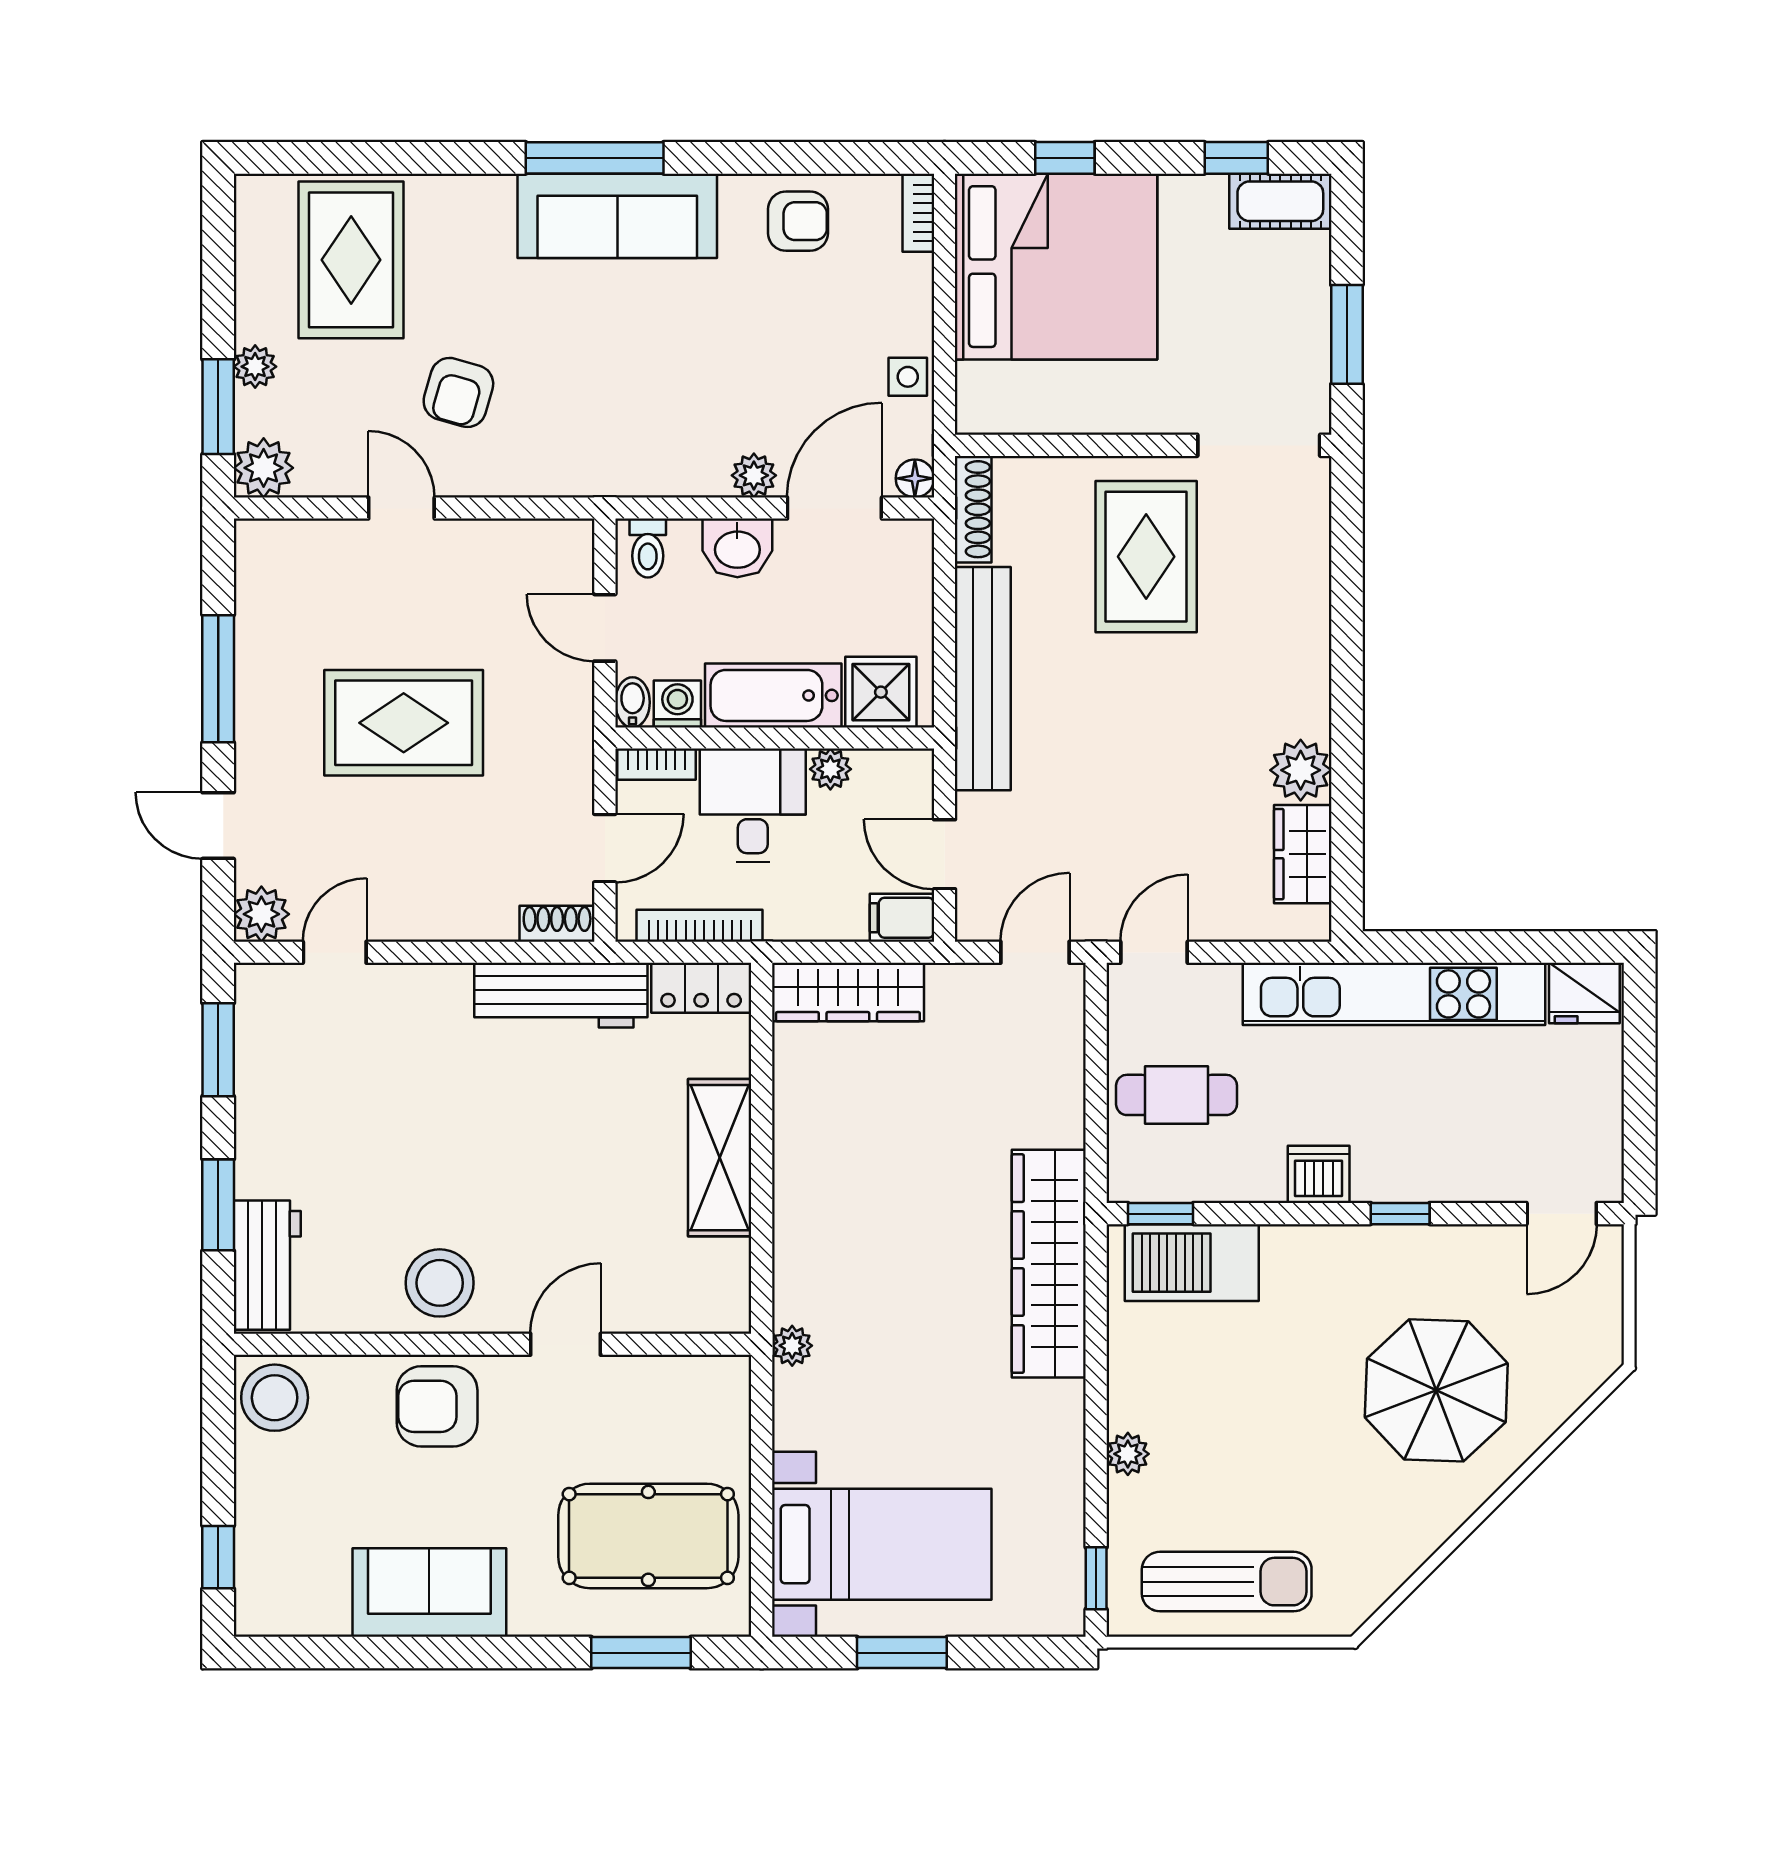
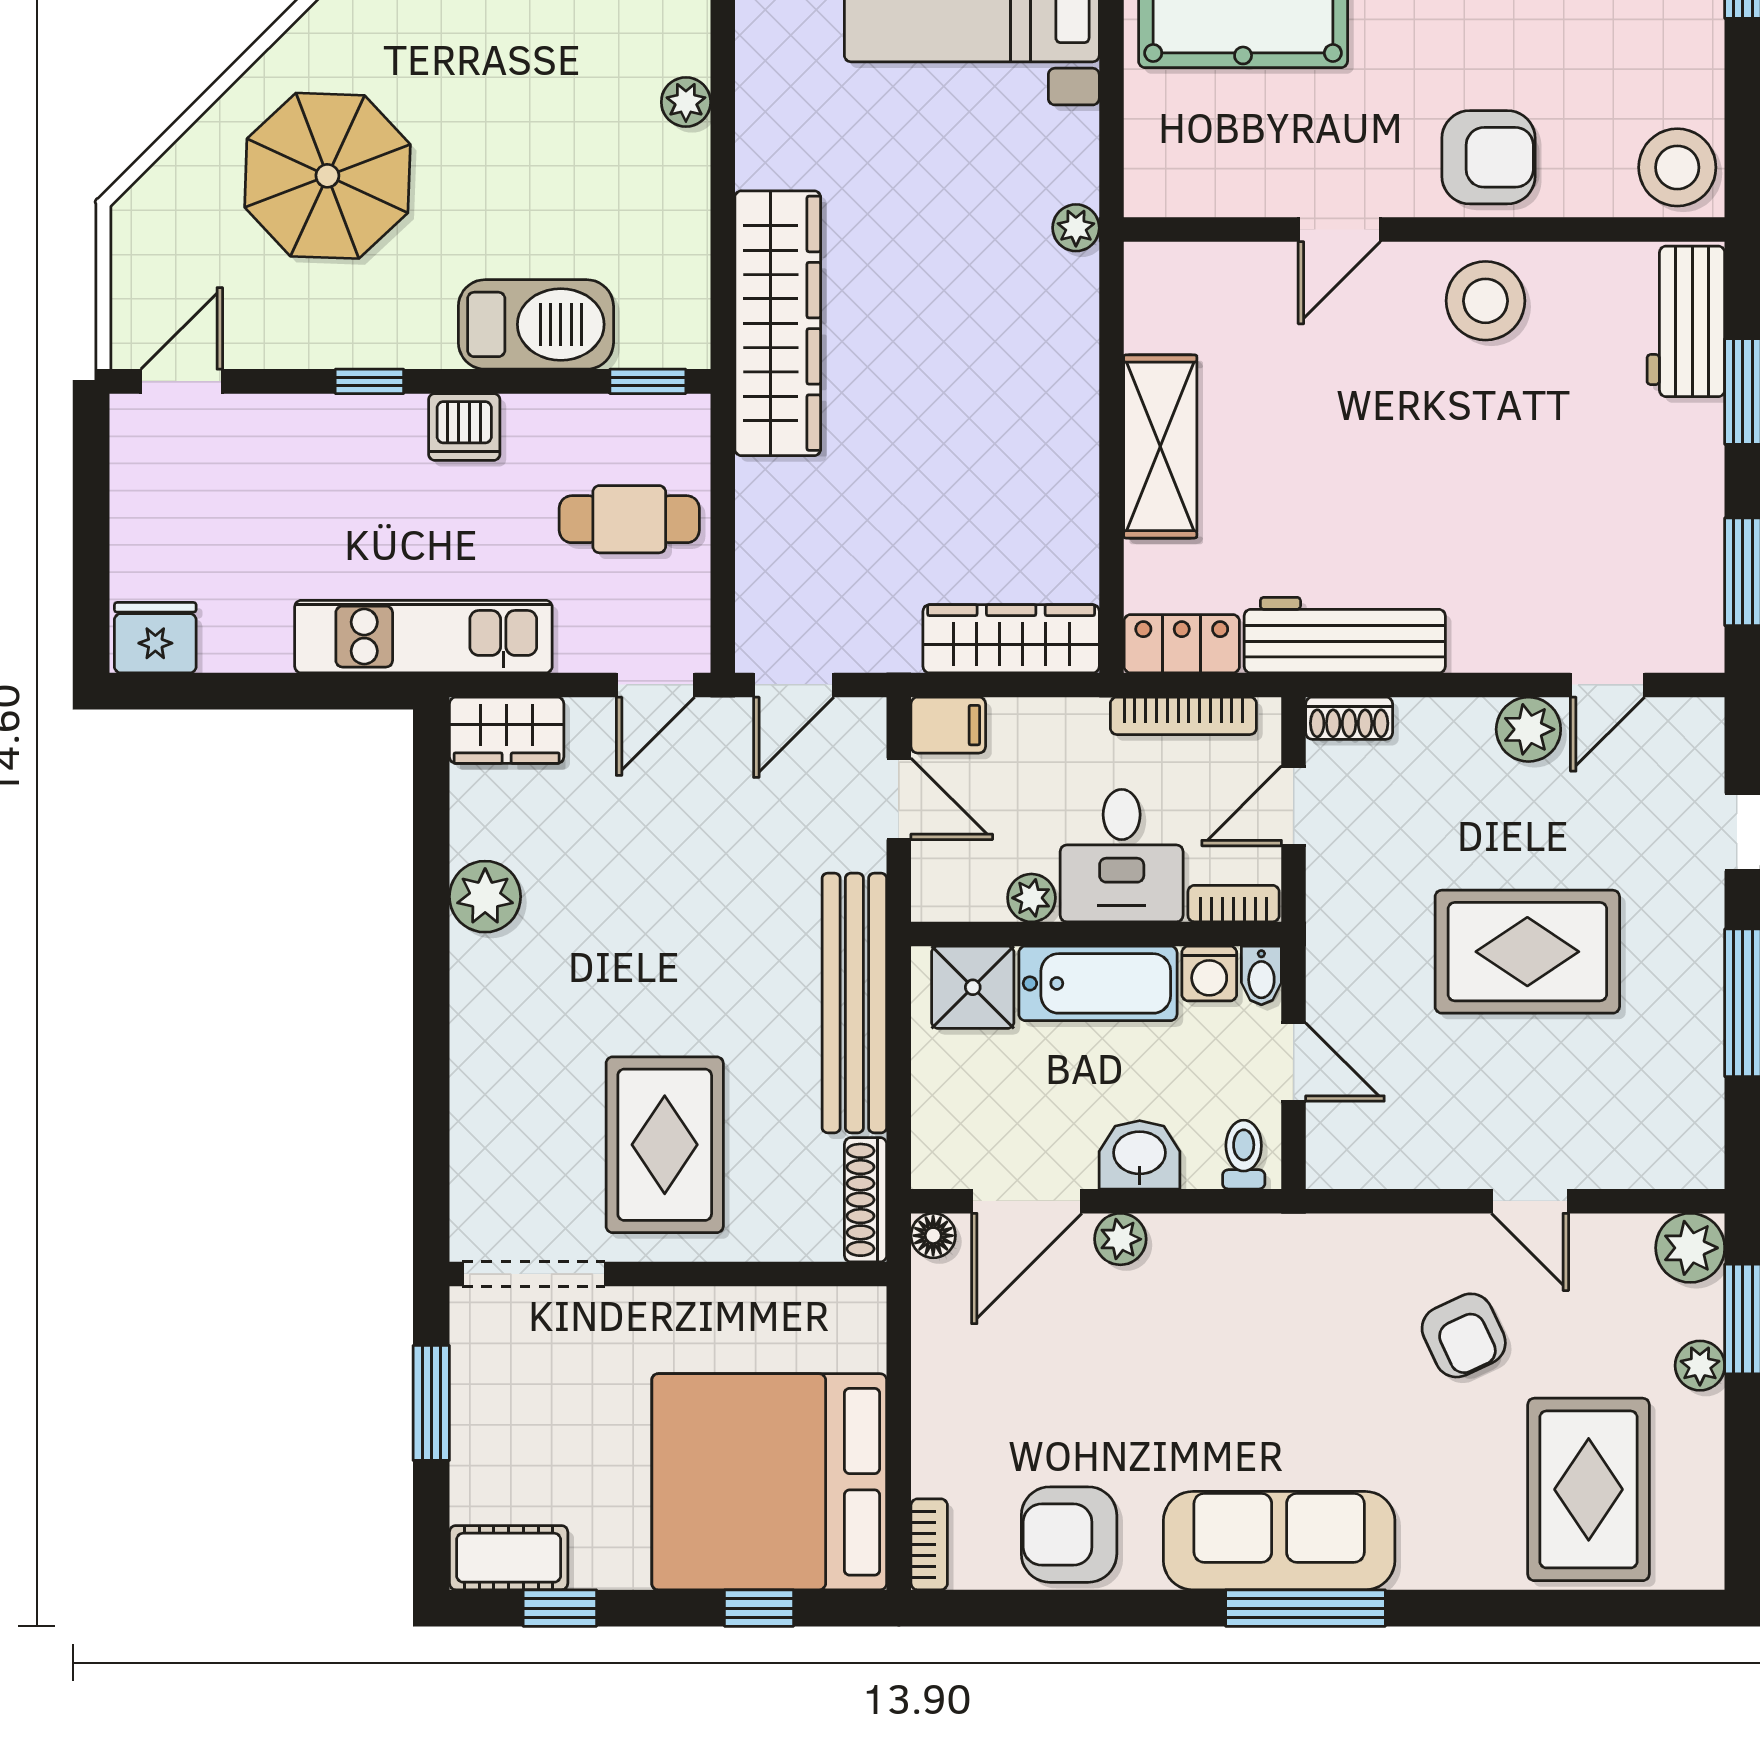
armchair: (798, 221) -> (1069, 1535), width x1.38, depth x1.38
side table: (908, 377) -> (942, 1354), removed
armchair: (458, 392) -> (1464, 1335), turned 139
wardrobe: (1303, 854) -> (507, 730), moved, turned 90
plant: (261, 914) -> (1528, 729), moved
kitchen unit: (1394, 994) -> (423, 637), width x0.73
barbecue: (1192, 1263) -> (536, 324), moved

